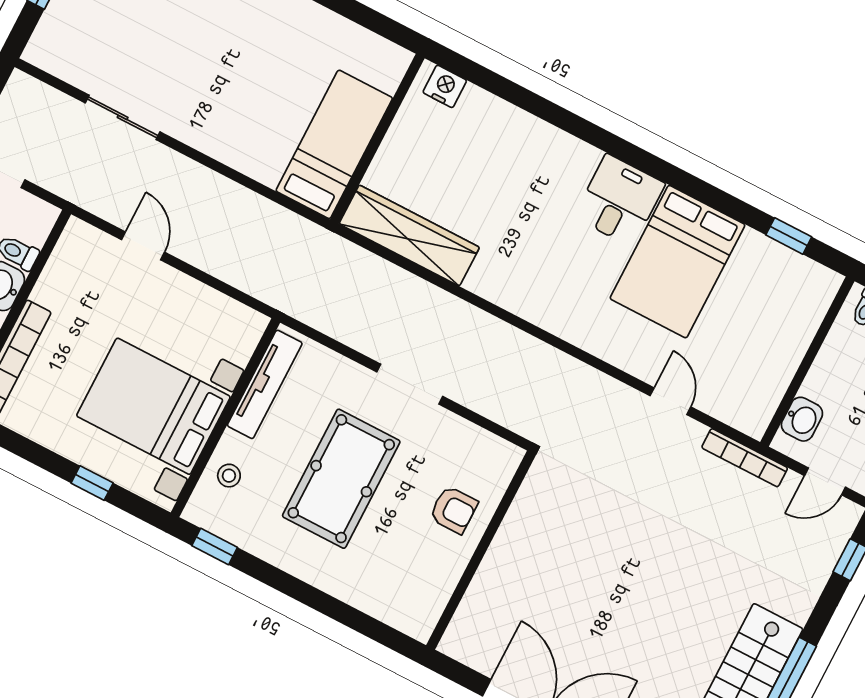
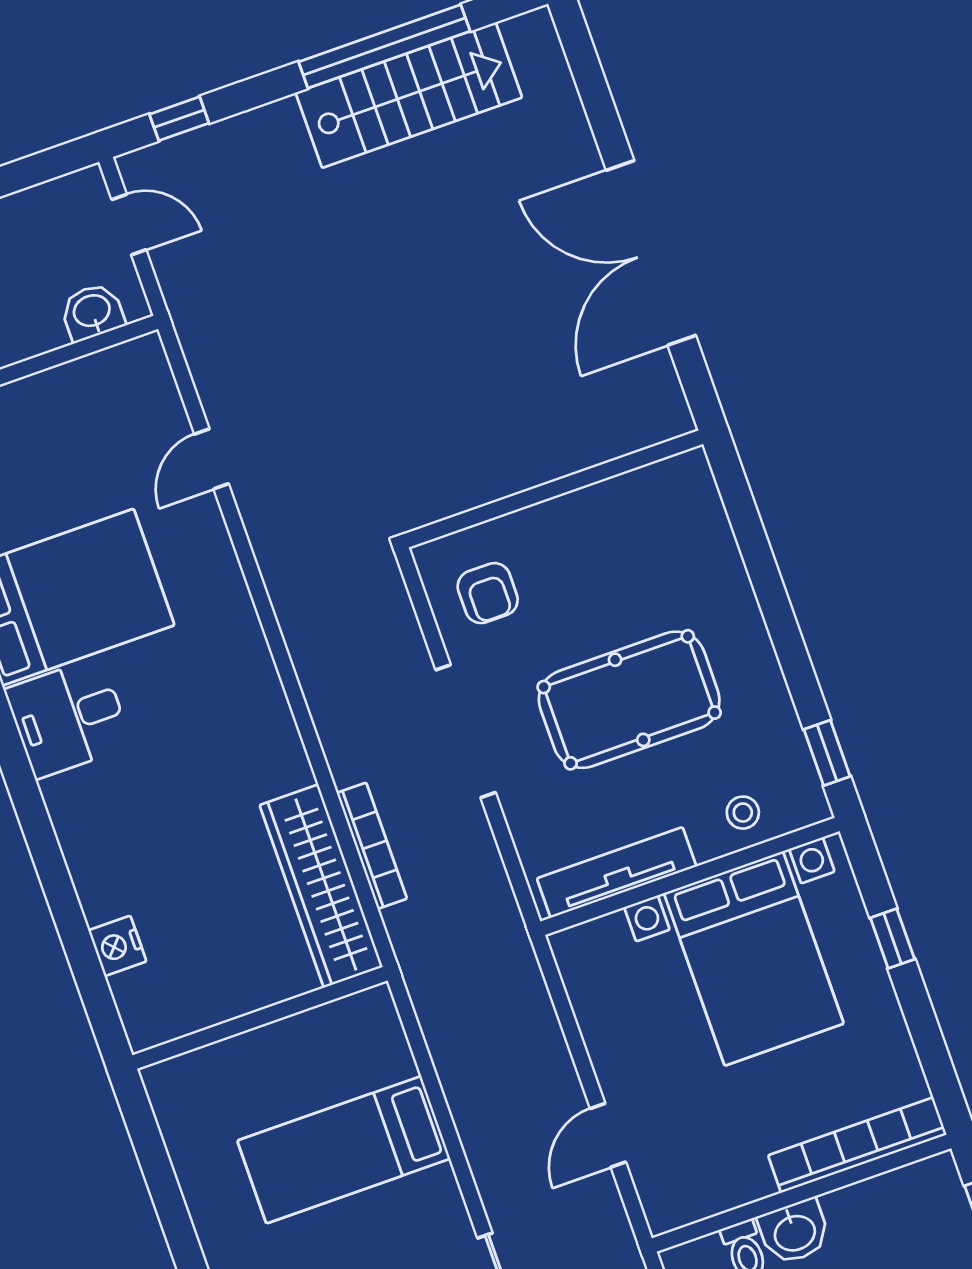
nightstand: (445, 86) -> (117, 946), moved
bed: (334, 144) -> (344, 1150), moved
doorway: (410, 384) -> (466, 731), width x1.36
bookcase: (745, 458) -> (372, 846), moved
armchair: (454, 510) -> (488, 593), moved, turned 180

